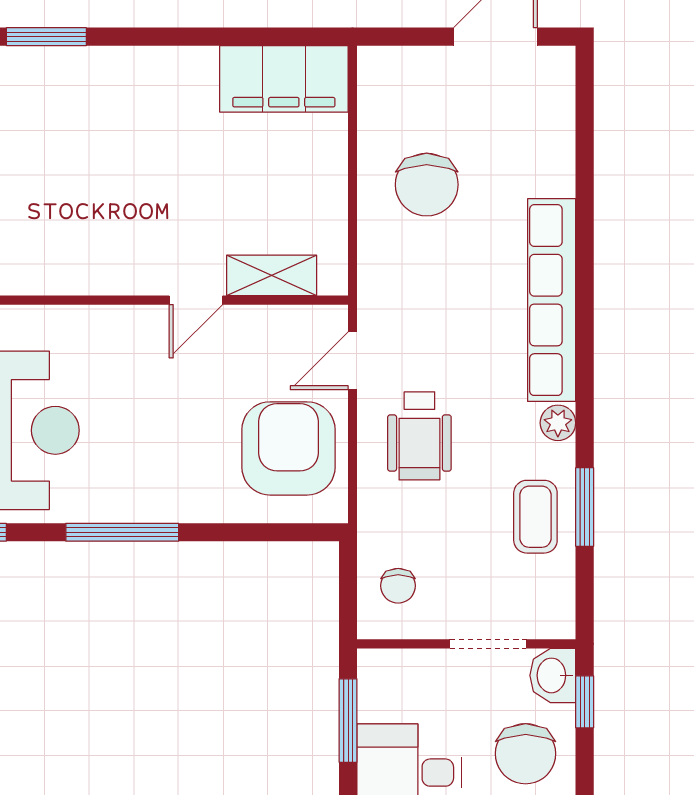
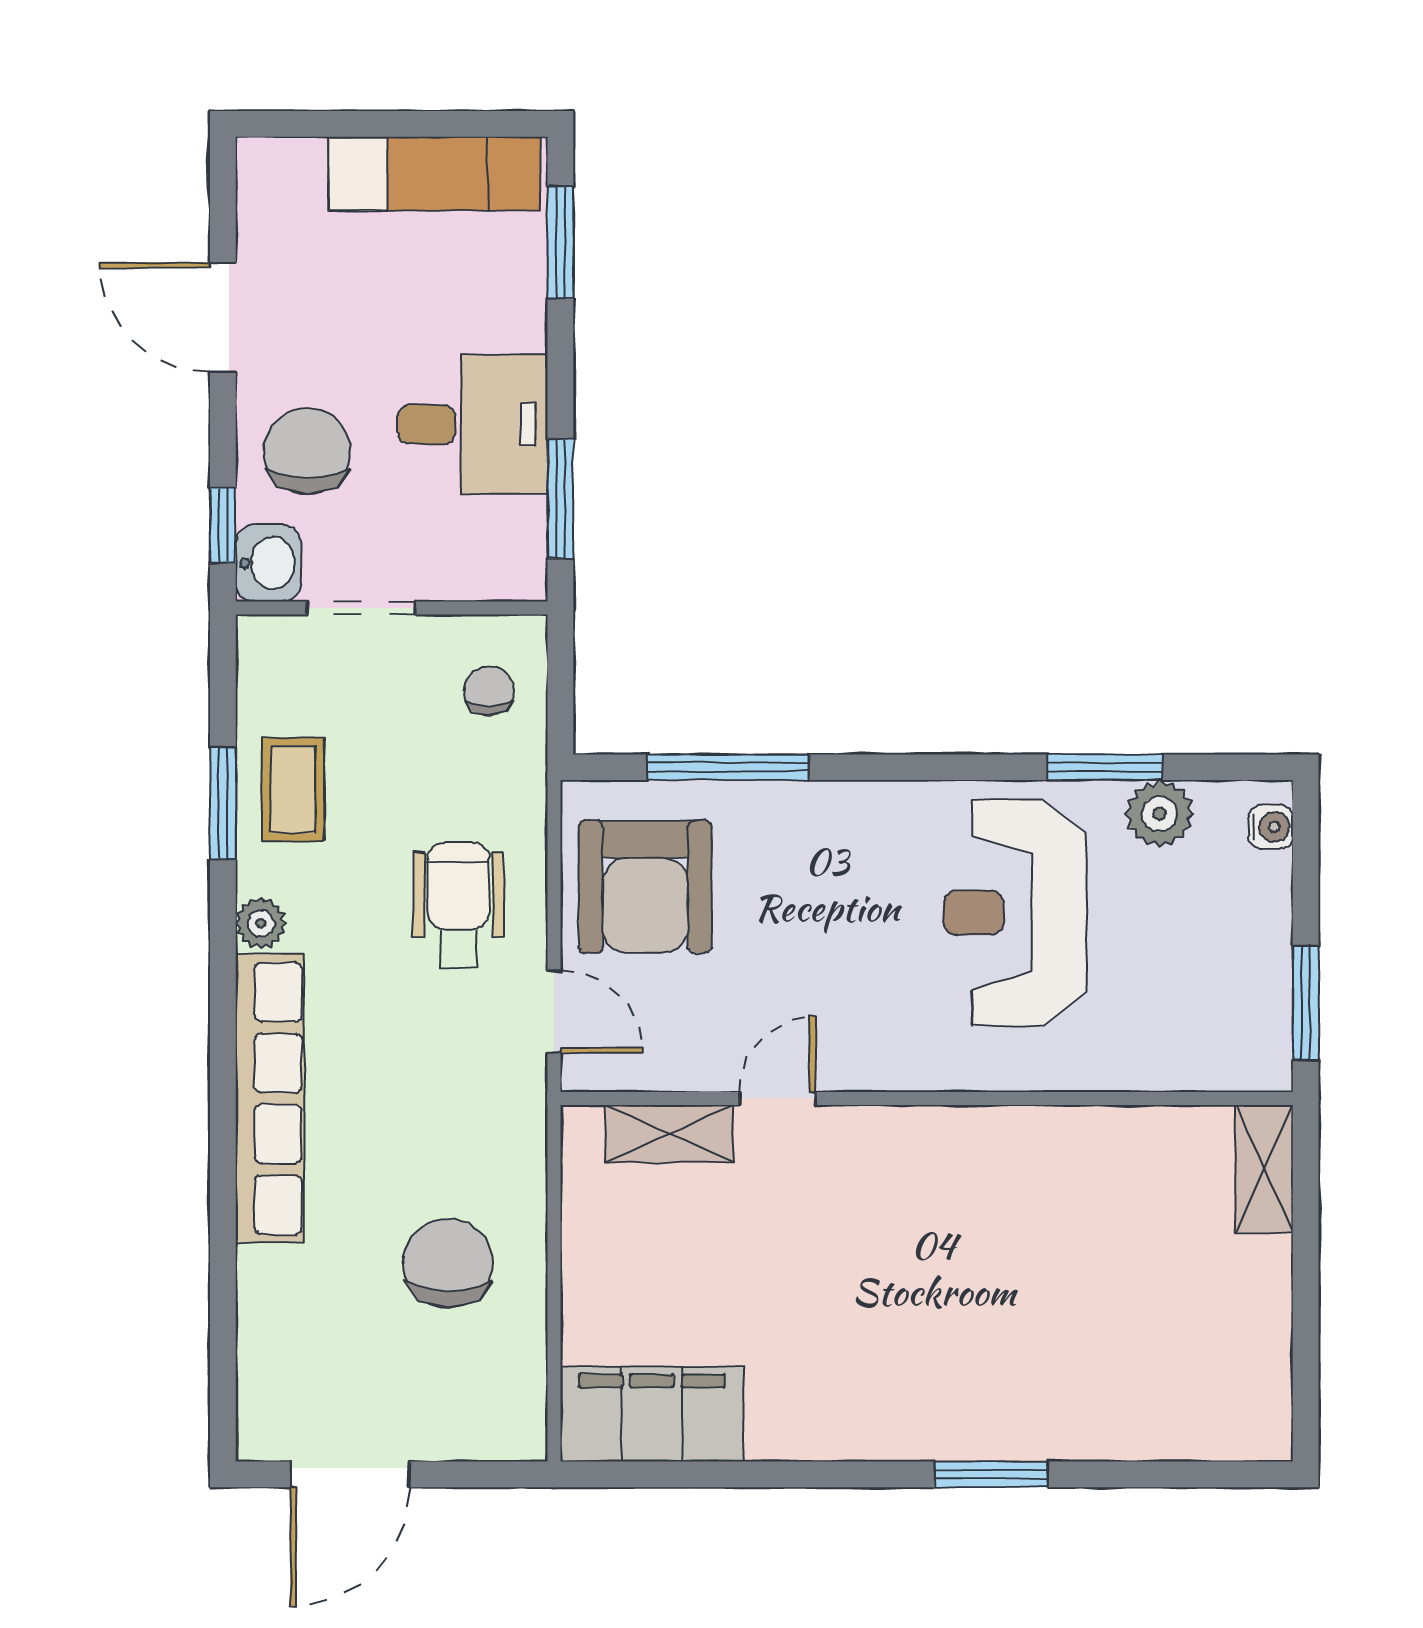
door: (352, 361) -> (554, 1012), hinge flipped
window: (122, 532) -> (728, 767), moved

